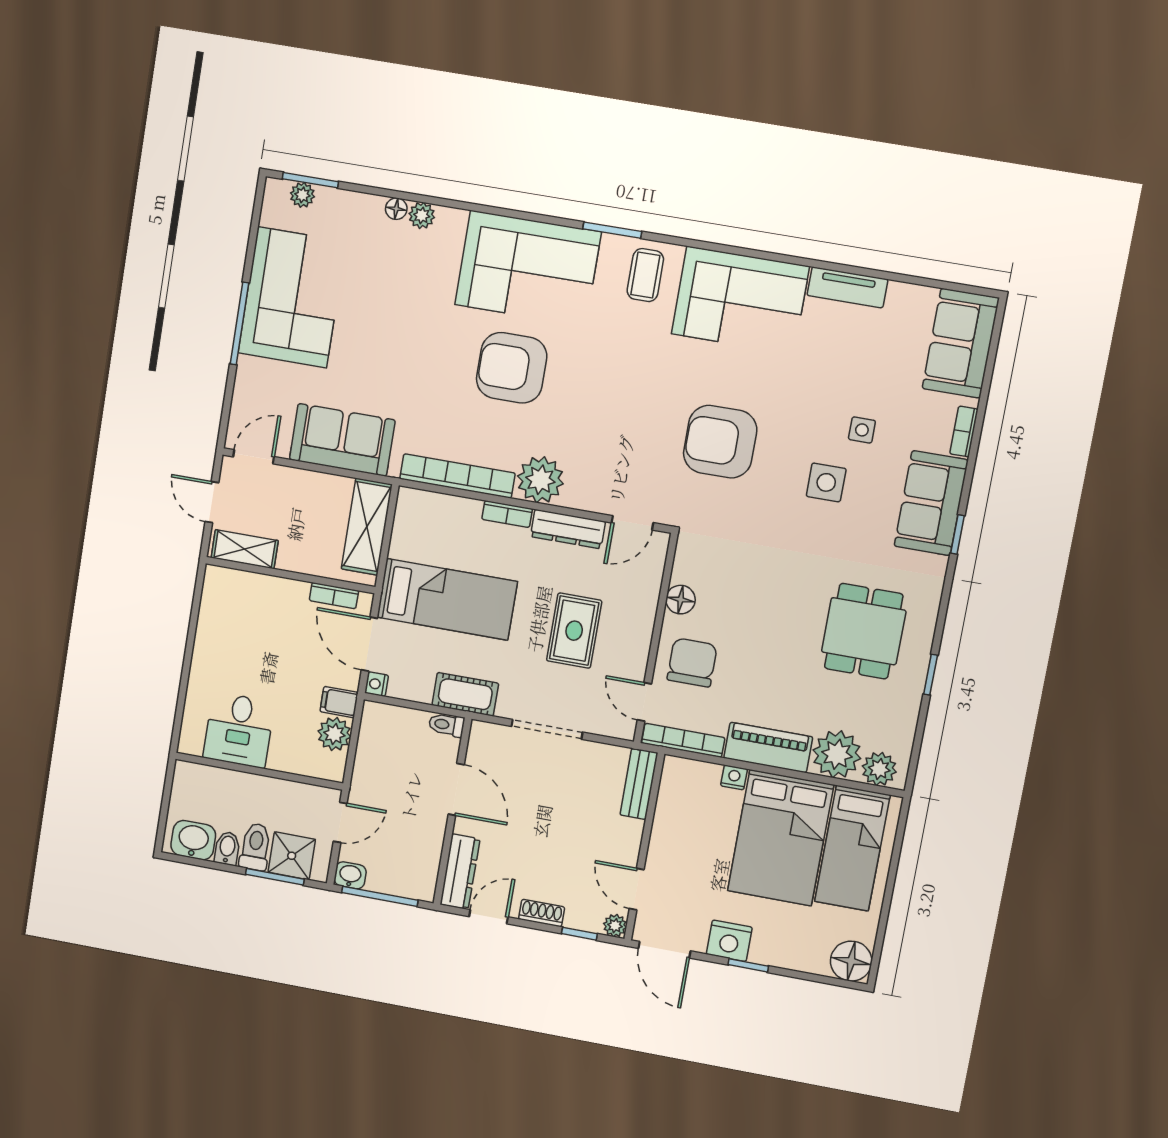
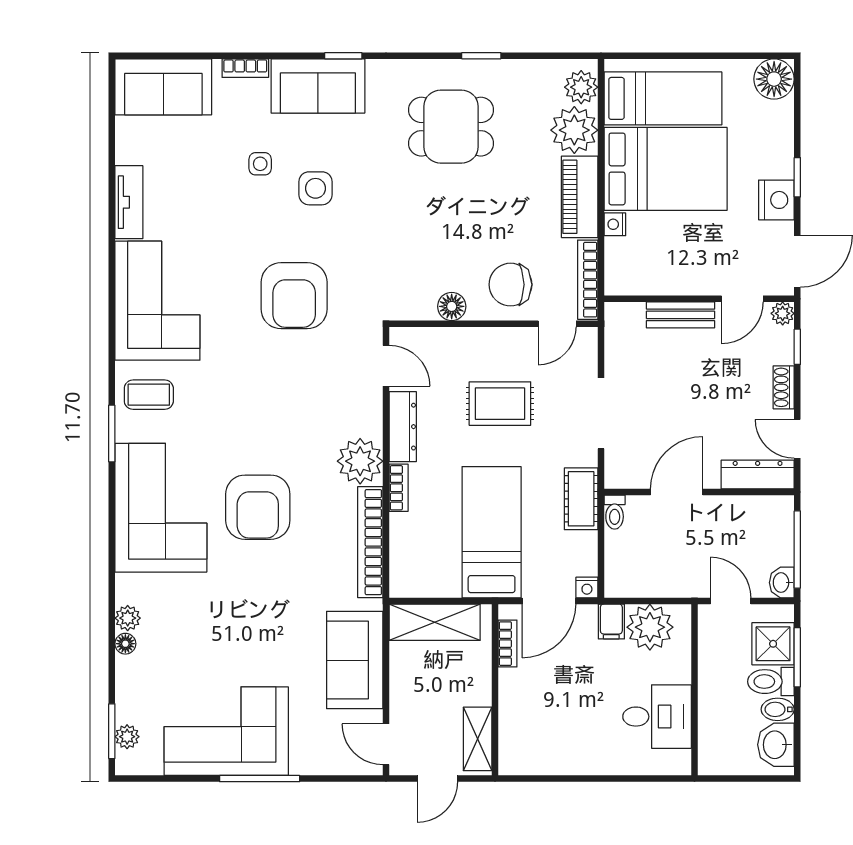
plant: (334, 734) -> (650, 627), width x1.36, depth x1.36
bench: (639, 784) -> (681, 315), moved

